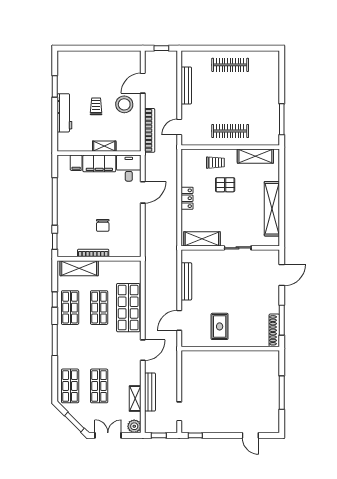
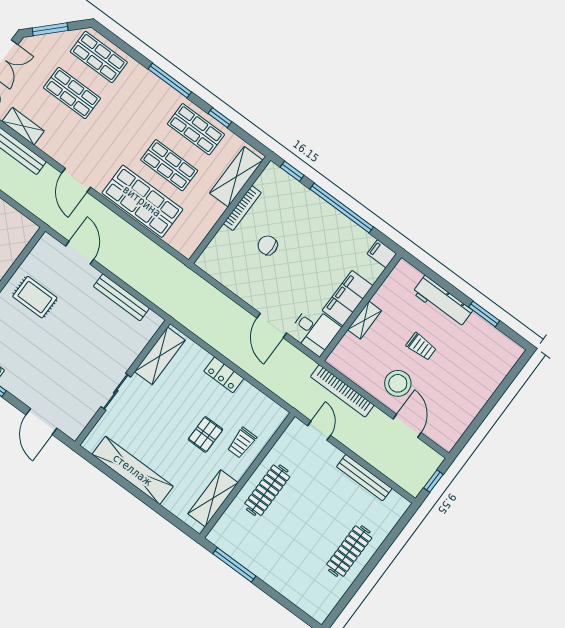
filing cabinet: (76, 163) -> (382, 254), moved

